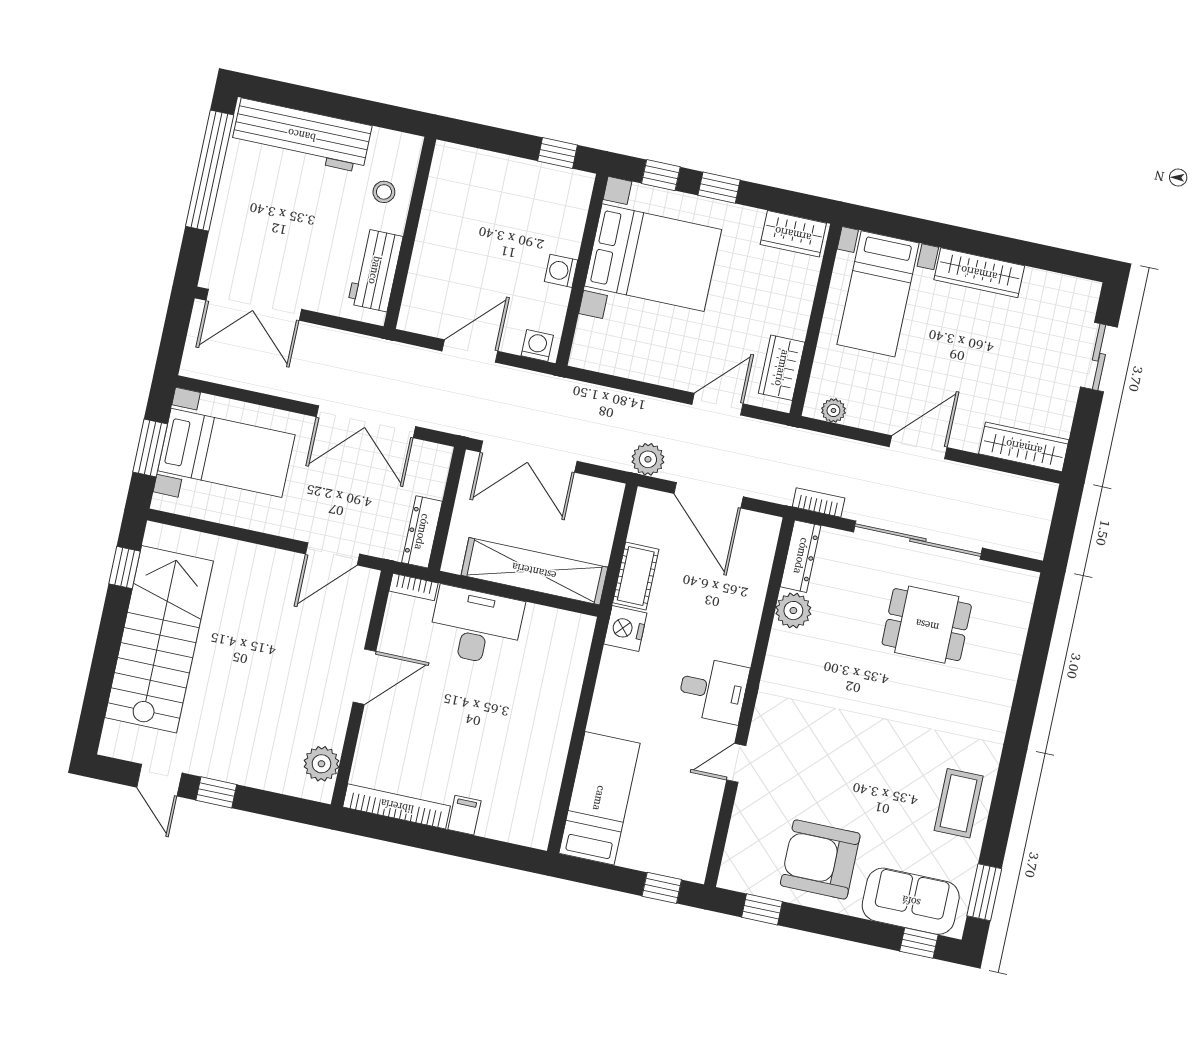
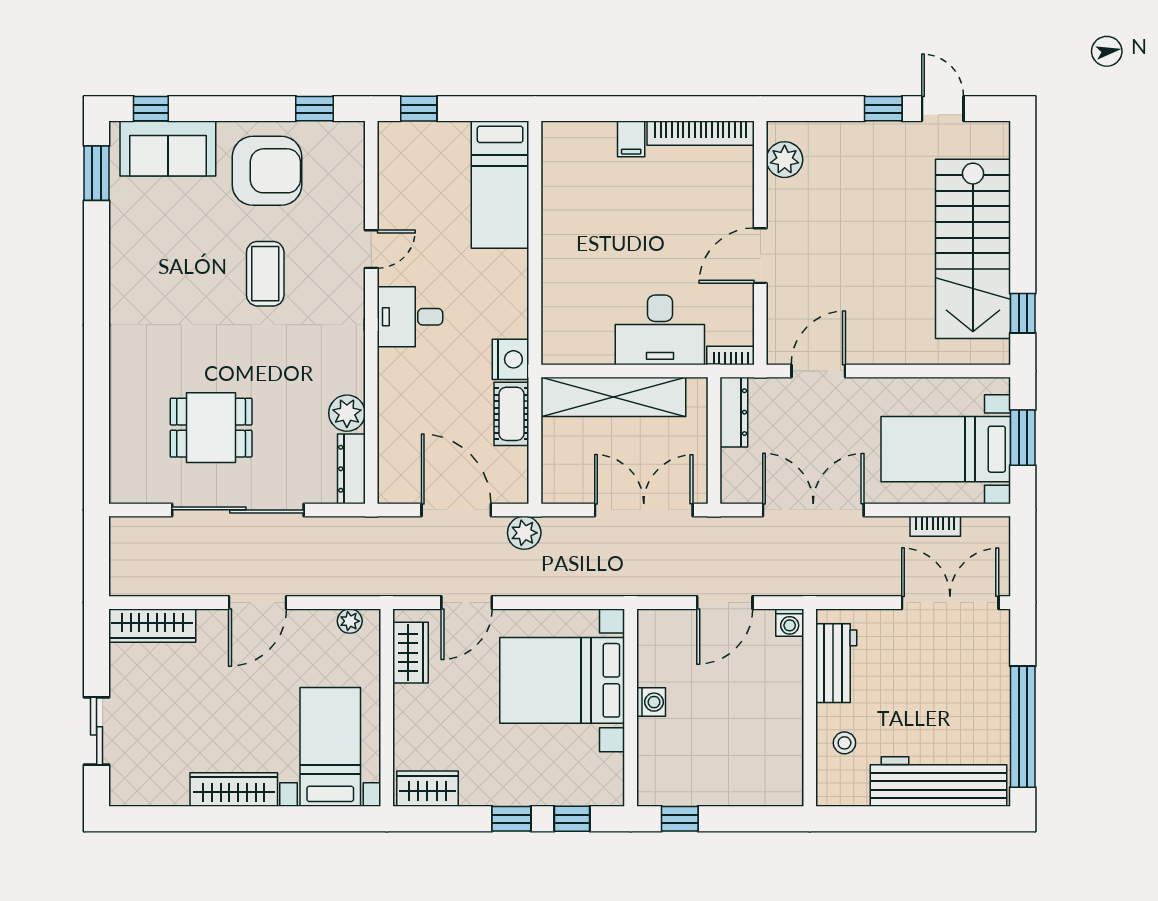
bed with nightstands: (653, 258) -> (562, 680), moved
washing machine: (537, 345) -> (790, 623), moved
bookcase: (819, 502) -> (935, 526), moved
coffee table: (959, 803) -> (265, 274), moved

